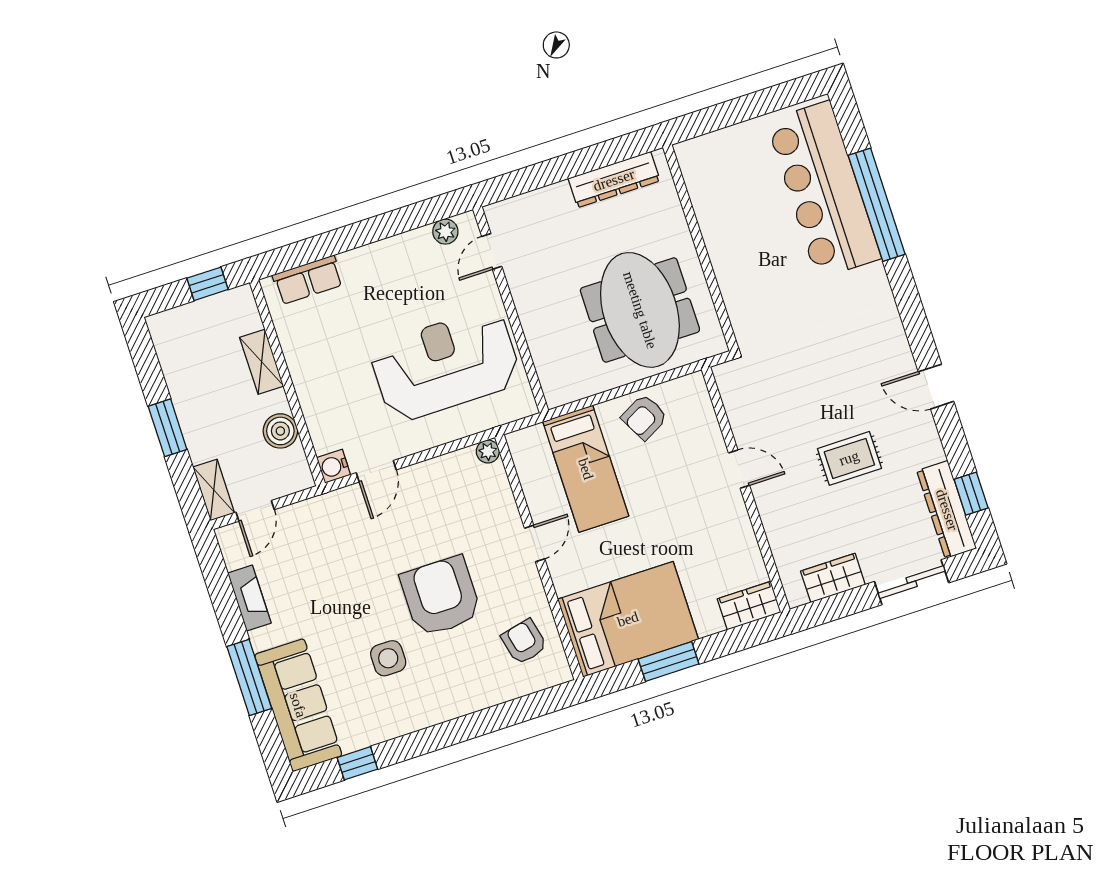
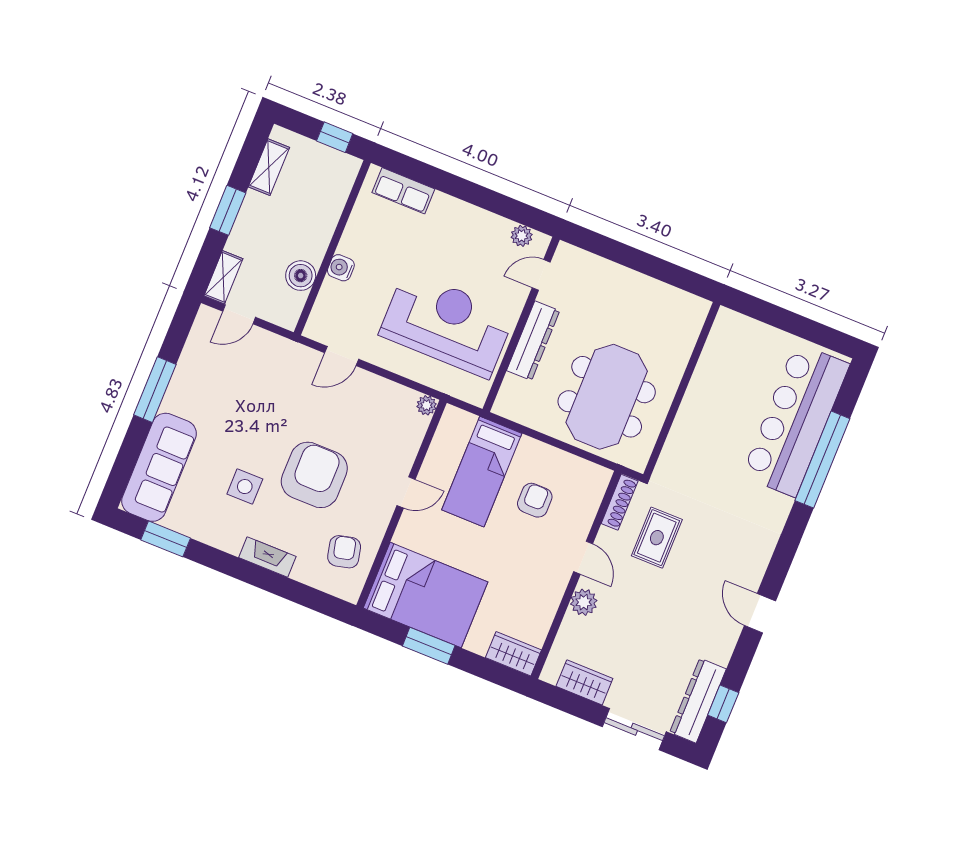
dresser: (614, 180) -> (533, 341), moved, turned -90
shelving: (262, 362) -> (269, 167), moved
shoe rack: (730, 393) -> (620, 502), added
armchair: (644, 417) -> (535, 500), moved, turned 118
rug: (849, 458) -> (657, 538), moved, turned 90
water cooler: (334, 466) -> (341, 268), moved
plant: (773, 508) -> (584, 602), added
fireplace: (249, 598) -> (267, 557), moved, turned -90
window: (249, 678) -> (155, 390), moved
window: (357, 763) -> (166, 539), width x1.50

